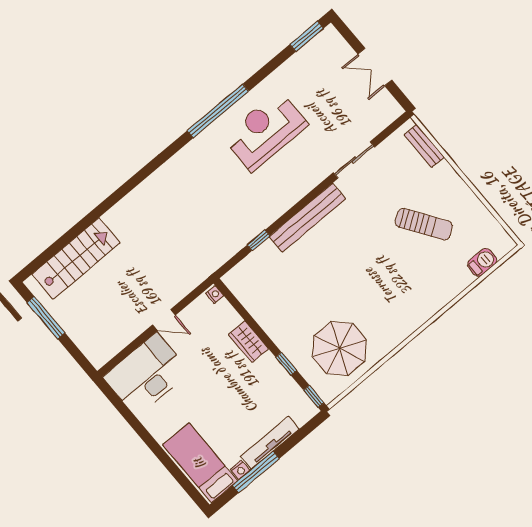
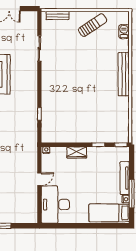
bench: (307, 218) -> (124, 74), moved
sun lounger: (424, 224) -> (93, 25), moved
parasol: (339, 348) -> (110, 118), removed

